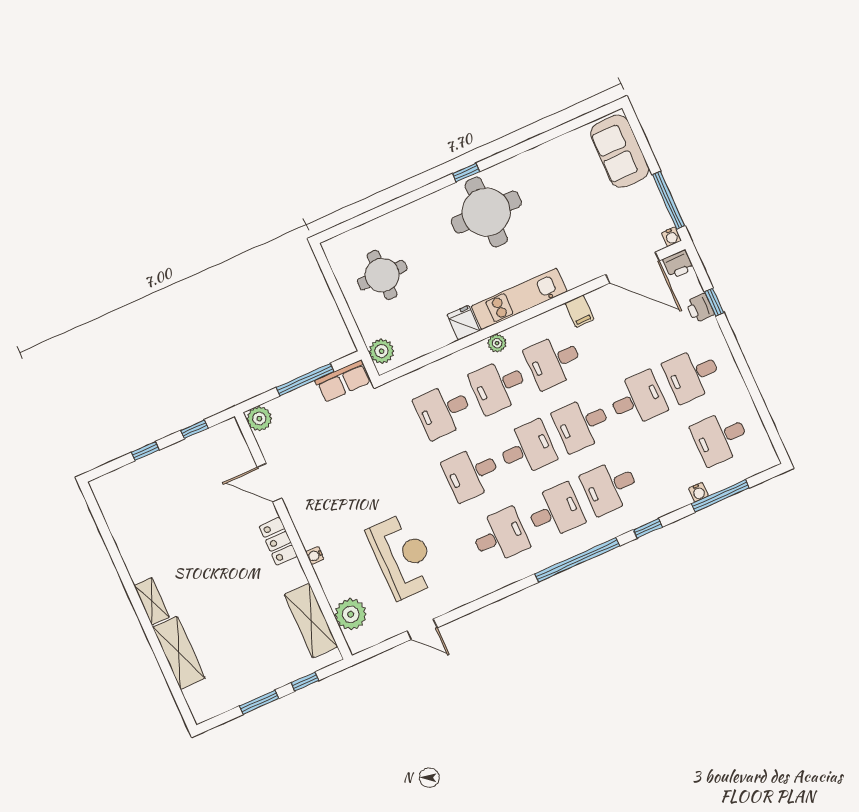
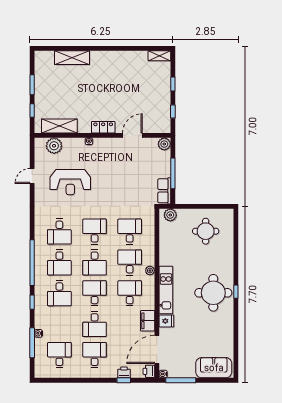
filing cabinet: (579, 311) -> (148, 321), width x2.00
fridge: (463, 323) -> (166, 321), moved
desk: (610, 487) -> (59, 293), turned 180
shelving: (152, 601) -> (159, 56), moved

